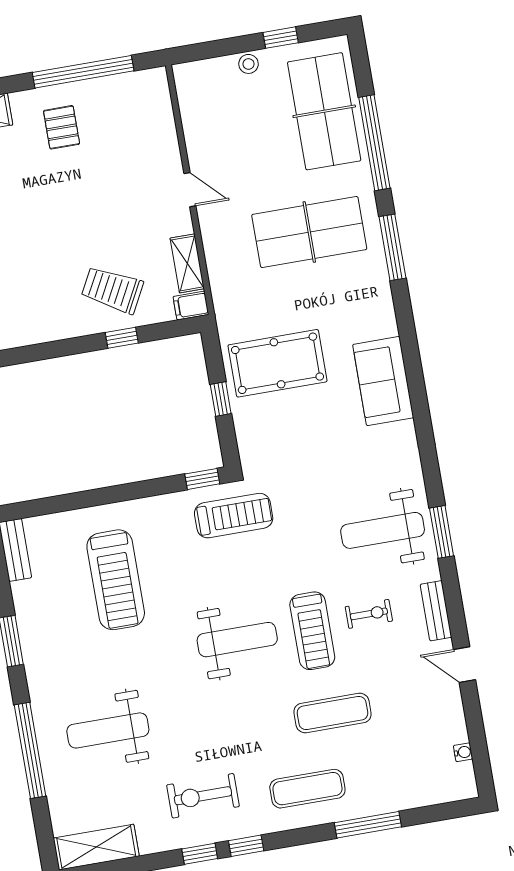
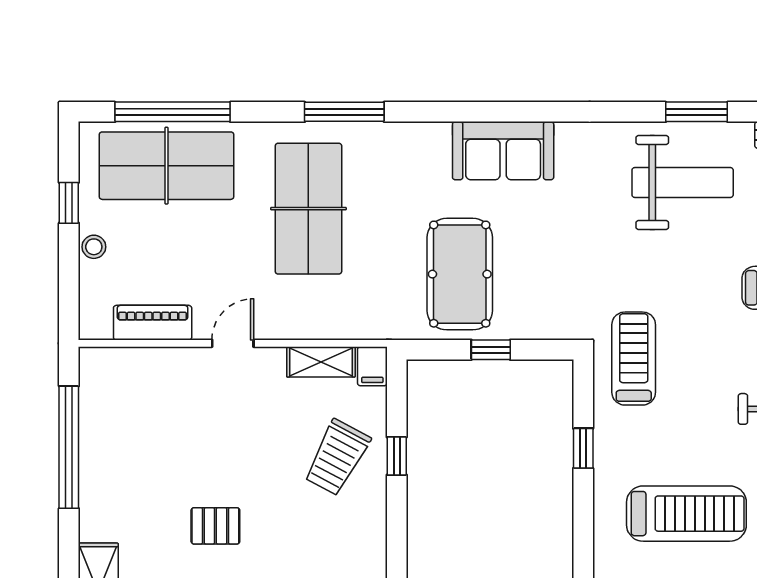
piano: (195, 122) -> (153, 323), added
pallet: (62, 127) -> (215, 526), moved
window: (374, 143) -> (173, 112), moved
window: (202, 479) -> (583, 448), moved
weight bench: (383, 530) -> (683, 183), turned -90

